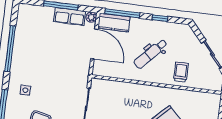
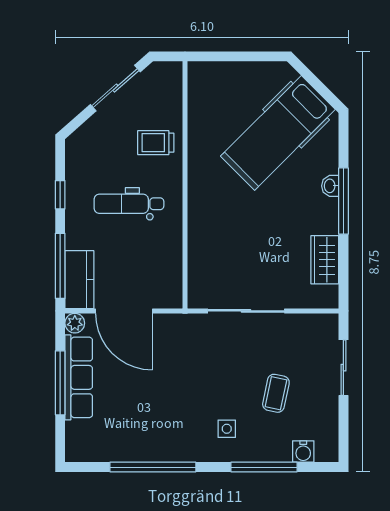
row of seats: (70, 17) -> (79, 377), width x1.48
door: (94, 44) -> (124, 311), swing flipped
dental chair: (151, 54) -> (129, 204), turned 137

